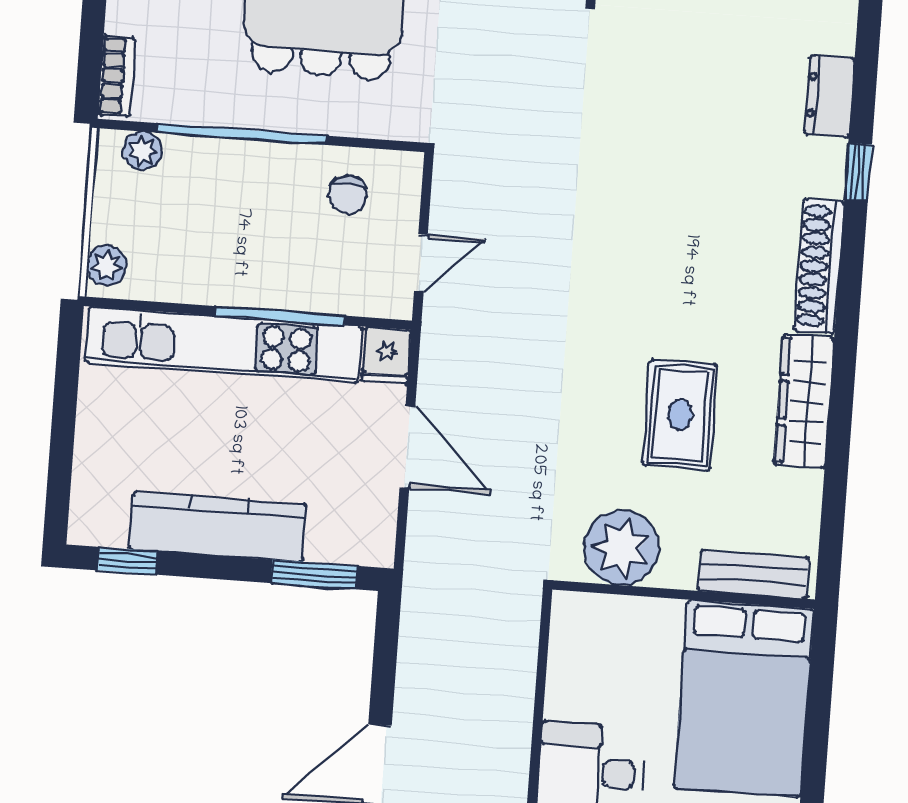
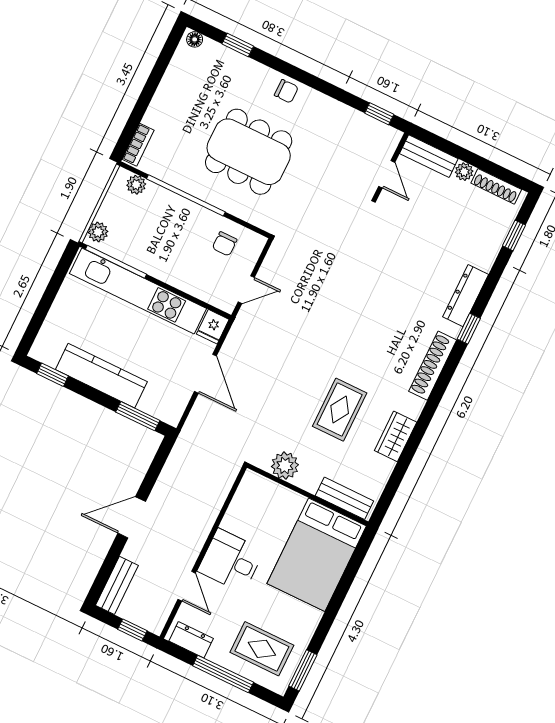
dresser: (829, 96) -> (466, 296), width x1.44
window: (280, 316) -> (116, 262), moved
wardrobe: (804, 401) -> (396, 436), width x0.67
plant: (621, 548) -> (285, 466), width x0.73, depth x0.73

